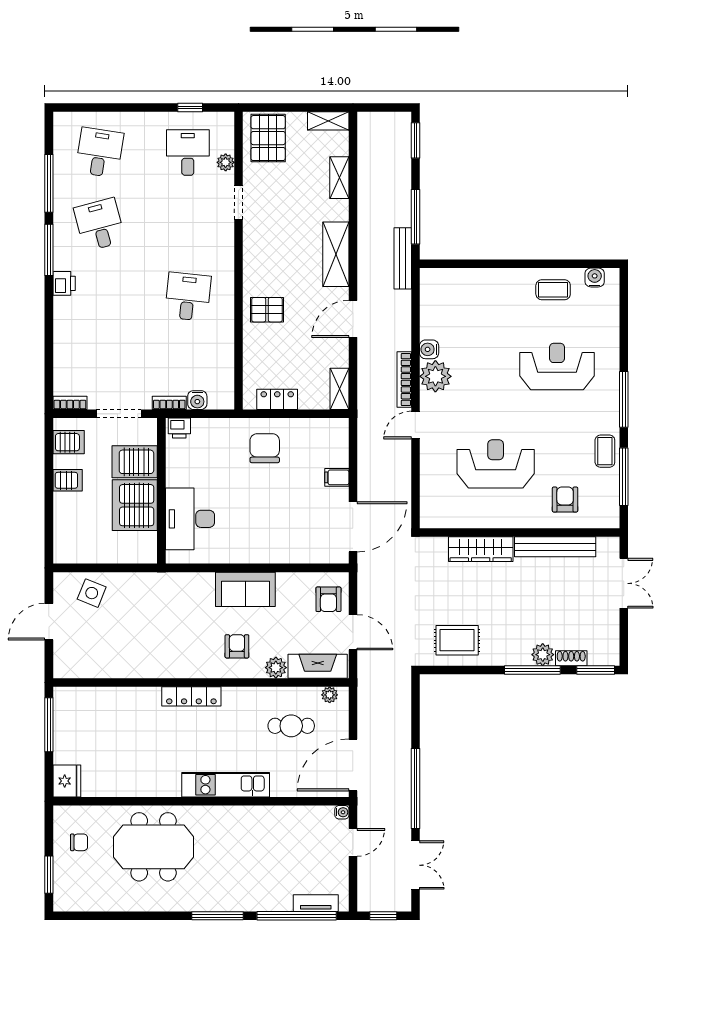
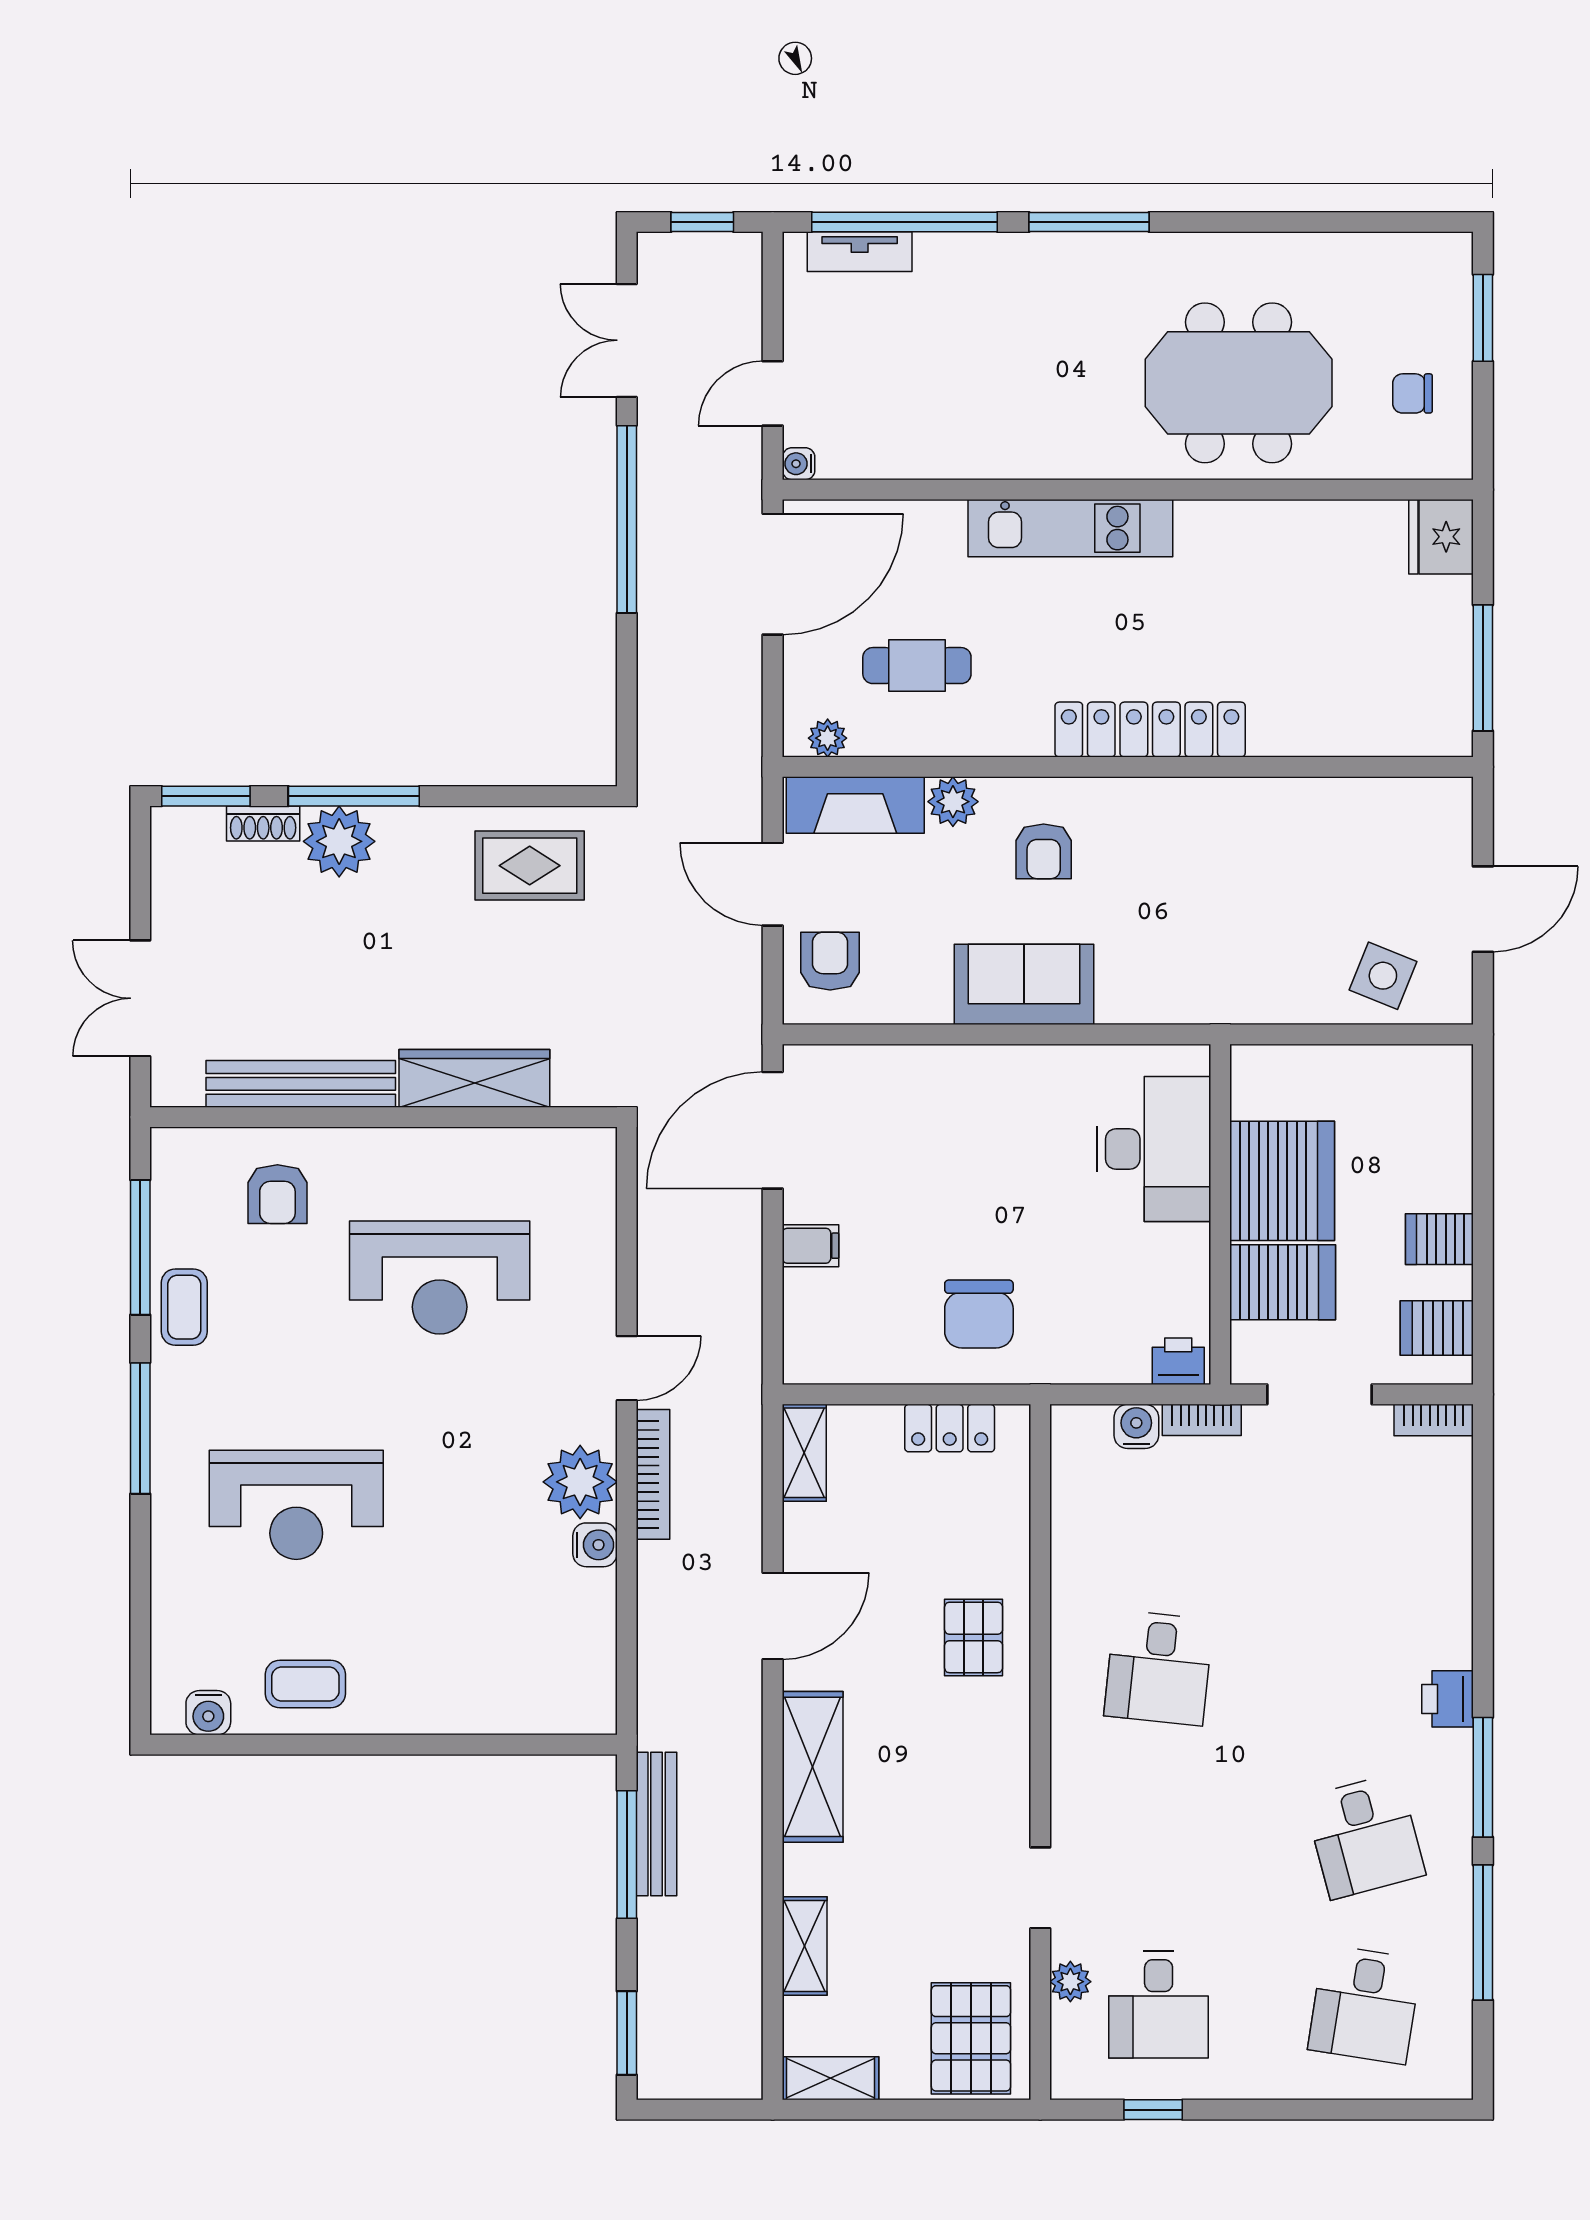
bench: (403, 258) -> (657, 1824), moved
pallet: (267, 310) -> (974, 1637), turned 90
plant: (543, 655) -> (339, 841), width x1.36, depth x1.36
locker: (191, 696) -> (1150, 730), width x1.41, depth x1.21

